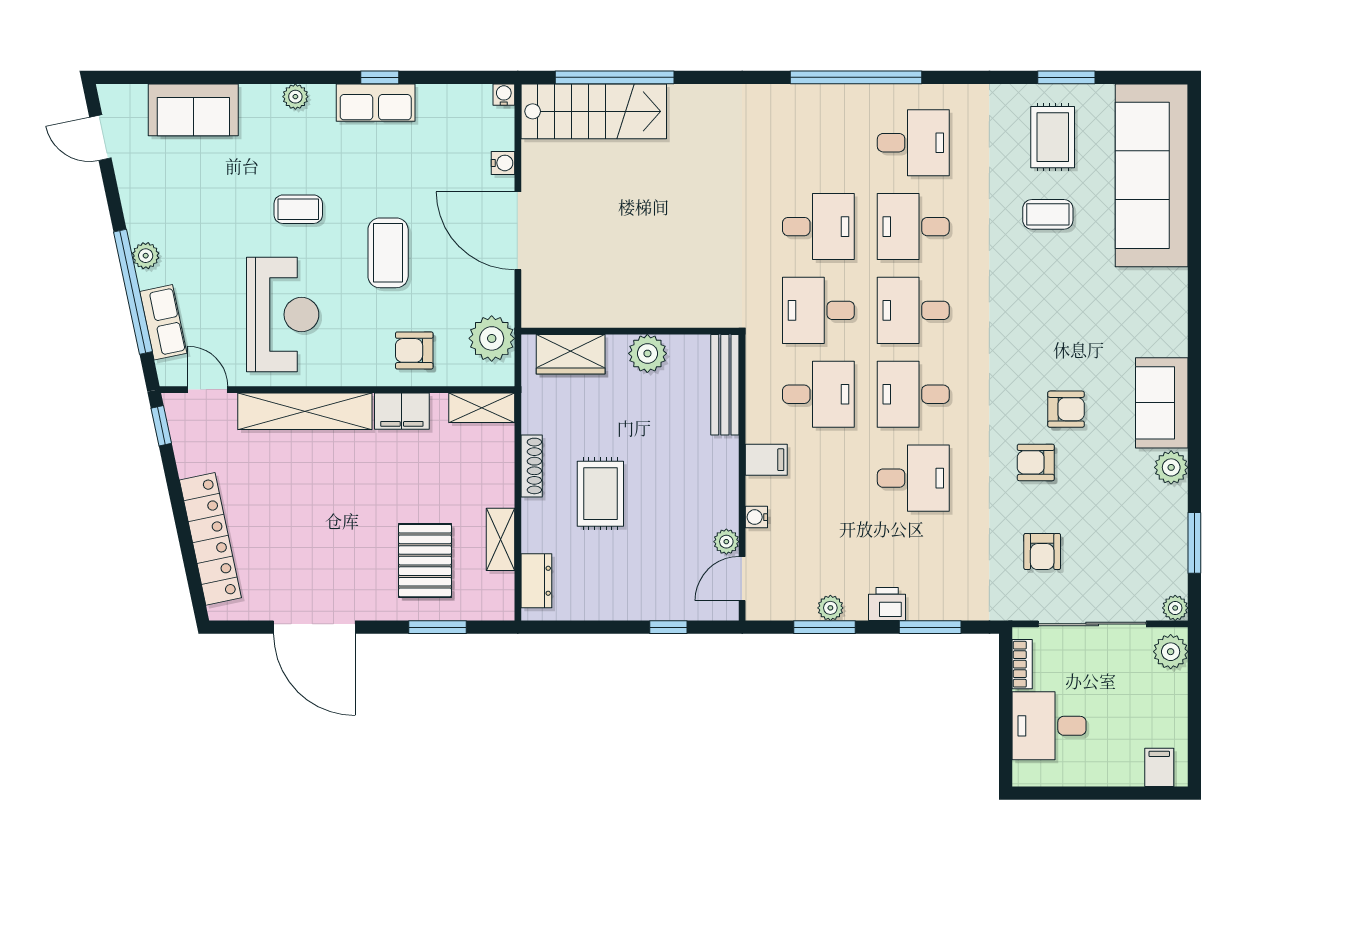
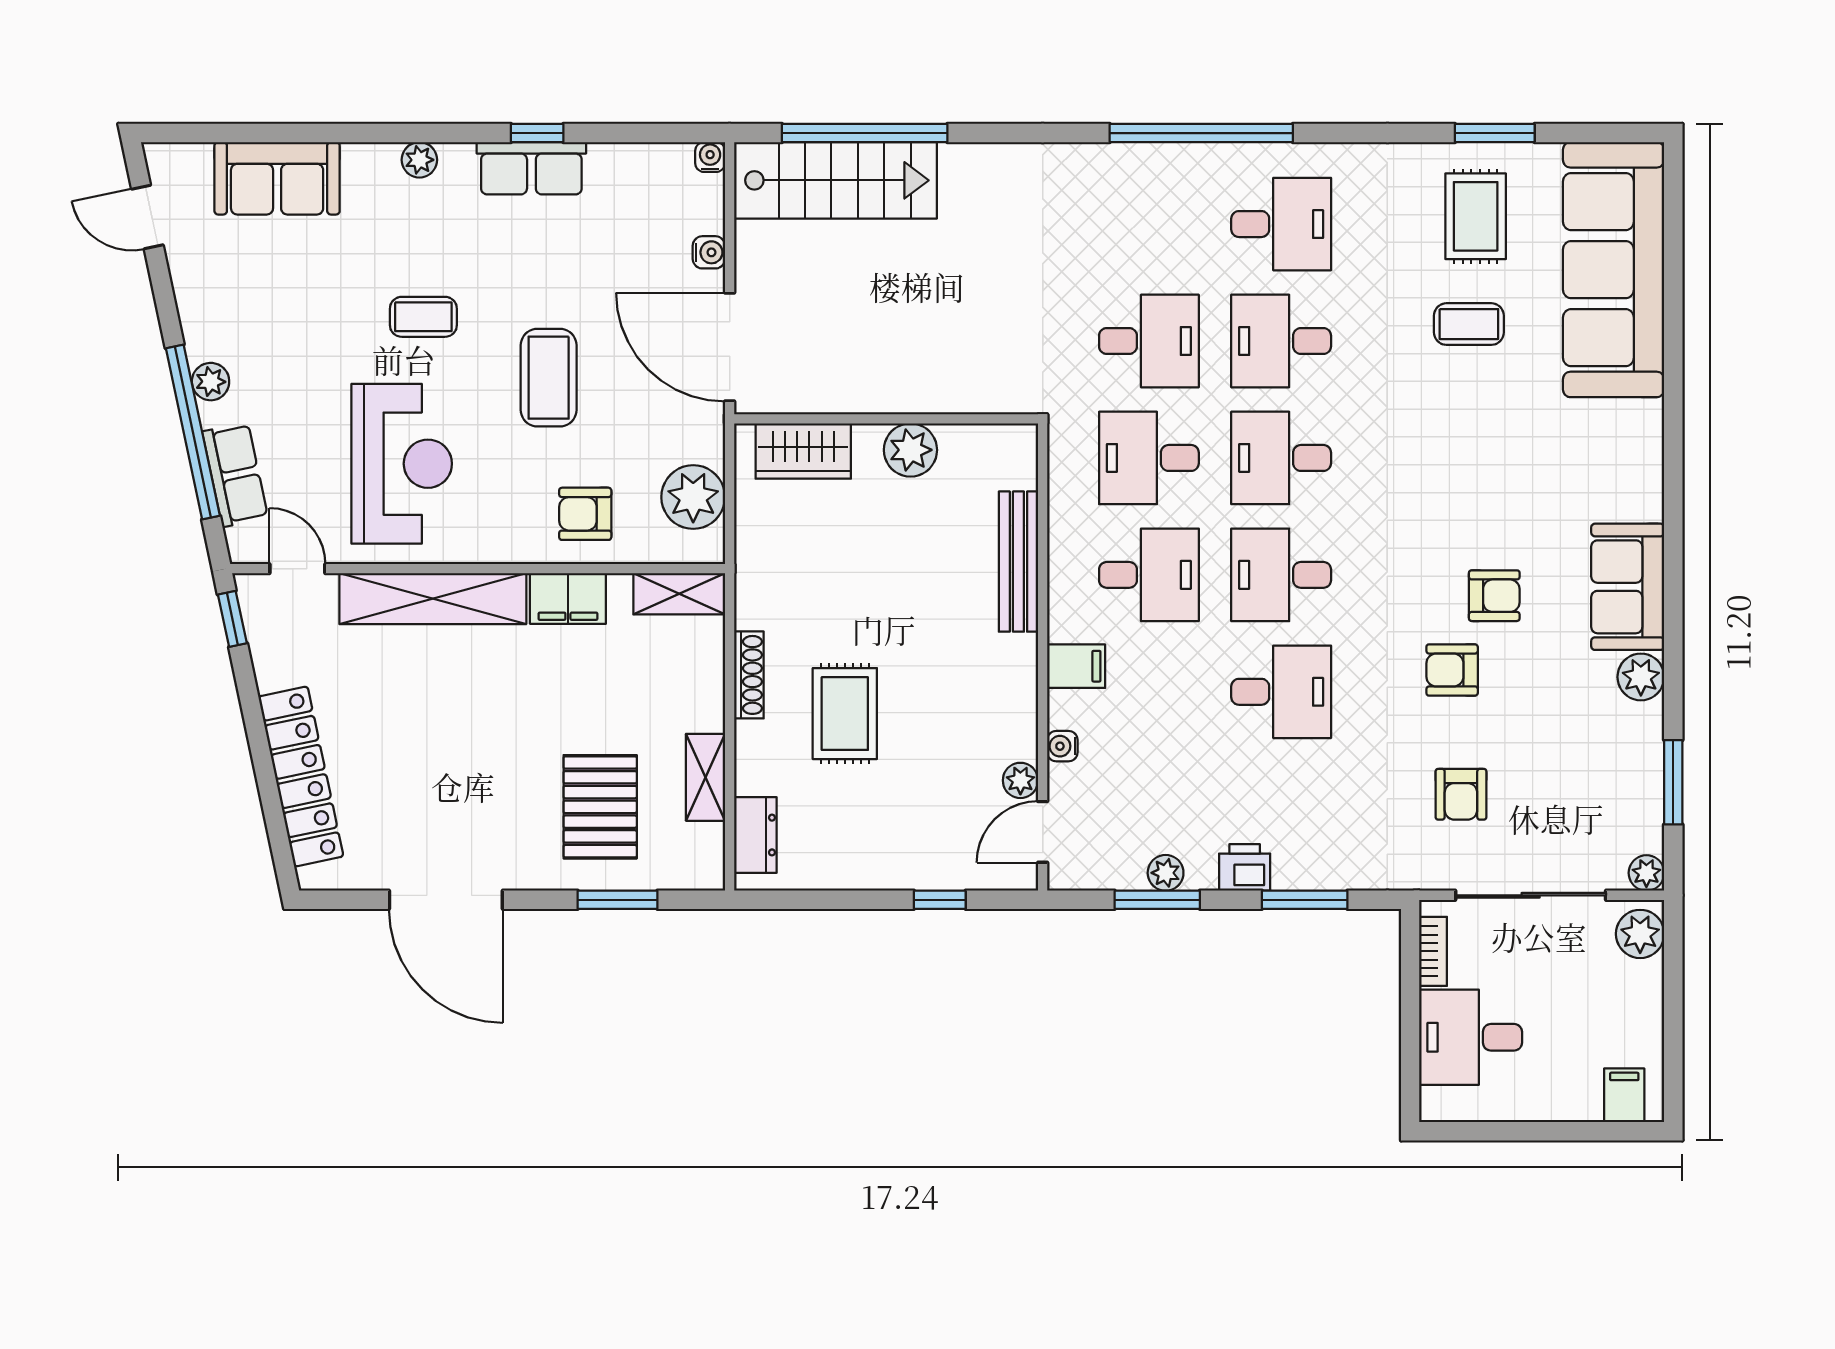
wall: (630, 331) -> (886, 419), moved
plant: (647, 353) -> (910, 450), moved
wardrobe: (571, 354) -> (803, 451), moved

